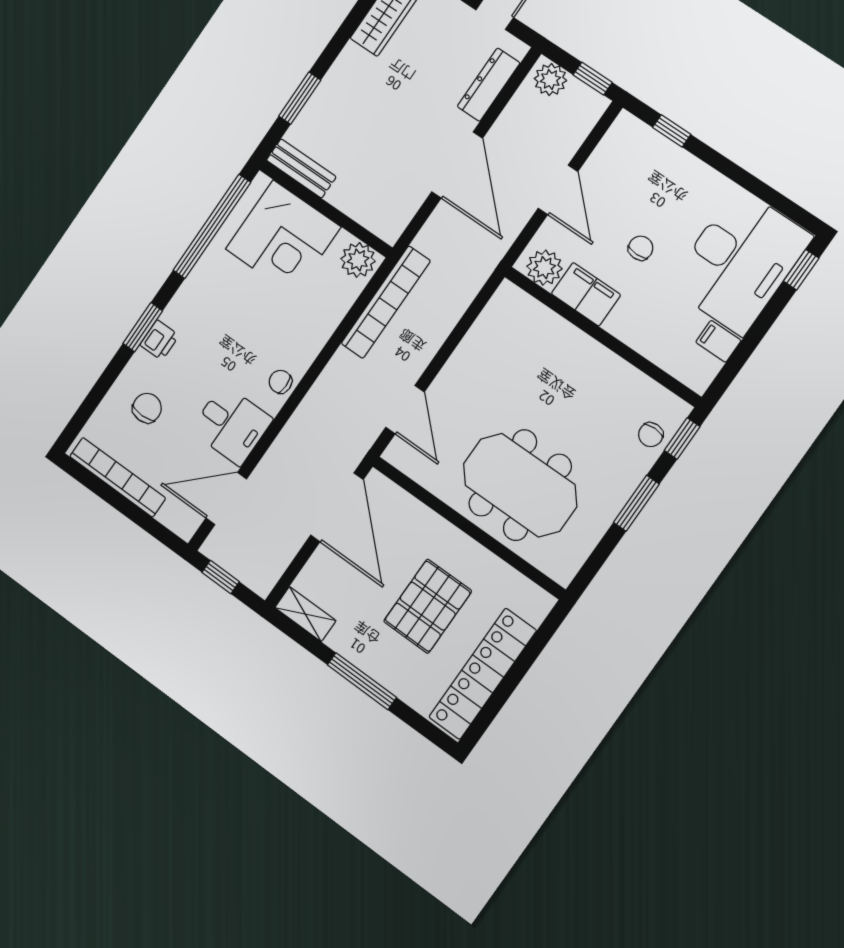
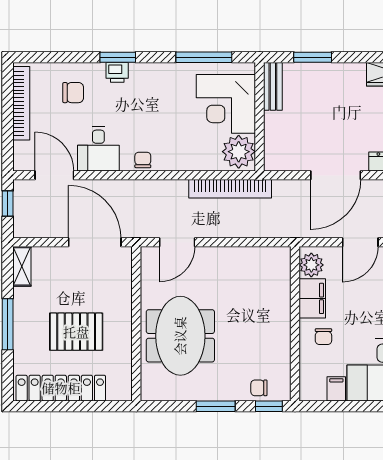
window: (212, 226) -> (204, 57), width x0.68
chair: (641, 248) -> (323, 337), moved, turned 90
plant: (358, 260) -> (239, 152), width x1.36, depth x1.36
door: (337, 507) -> (95, 242), swing flipped

